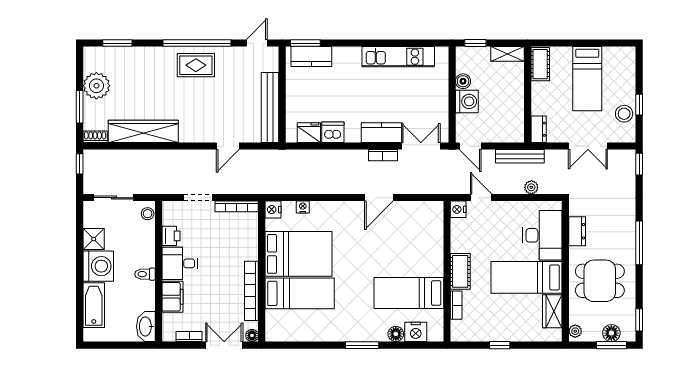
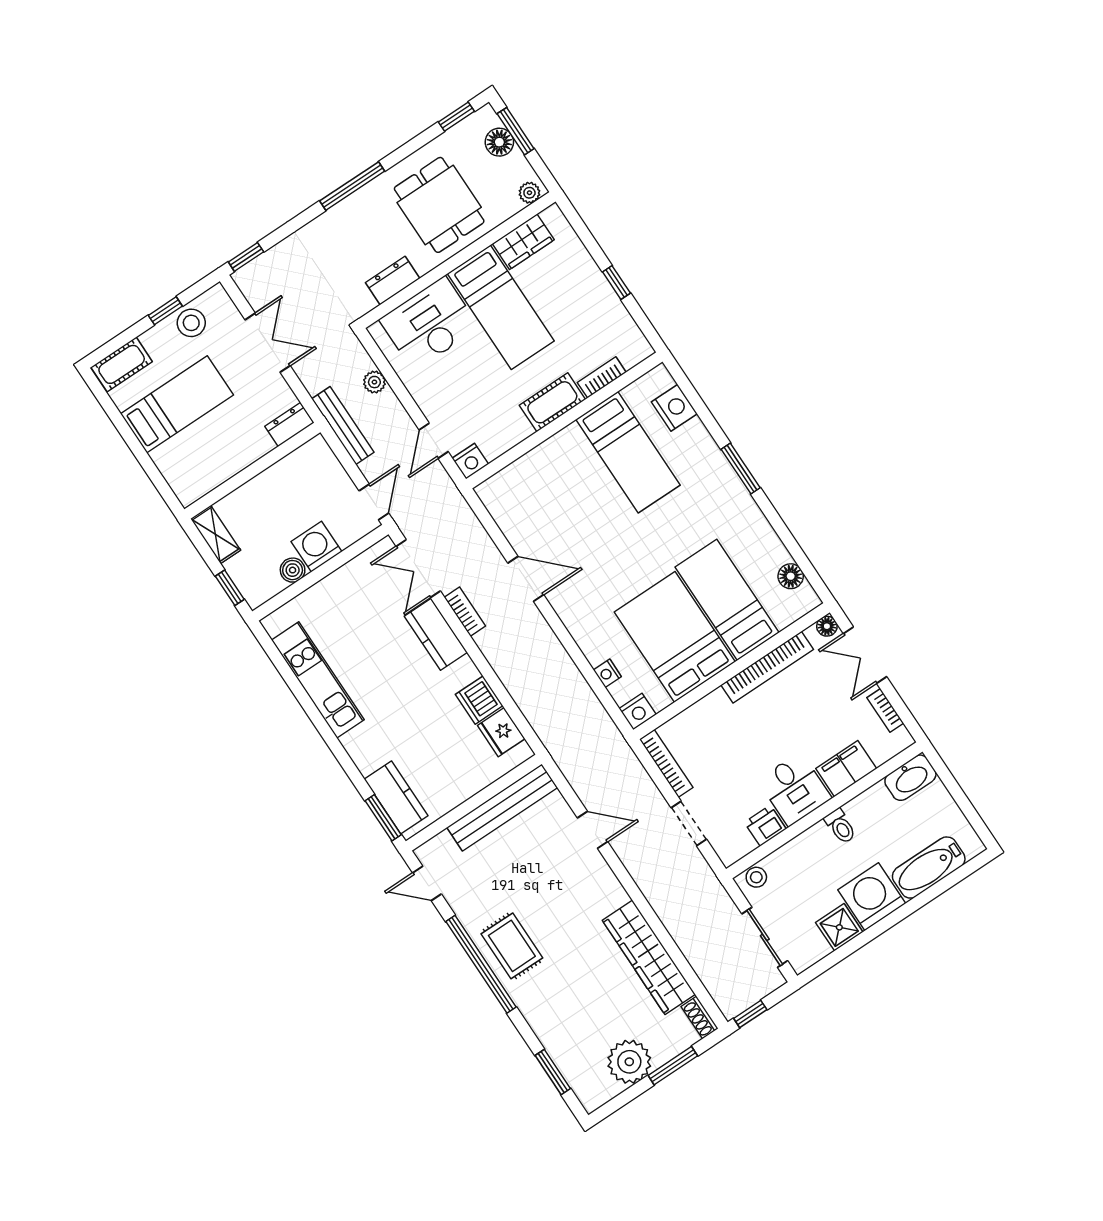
cot: (540, 64) -> (122, 364), moved
floor lamp: (396, 334) -> (791, 576), moved

